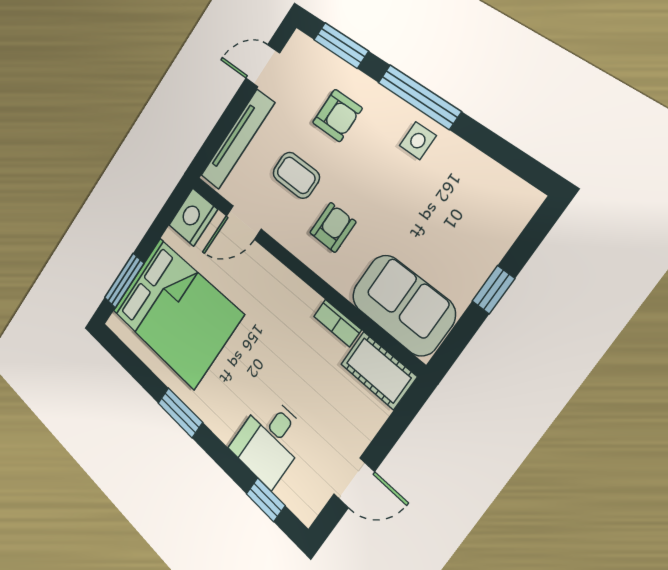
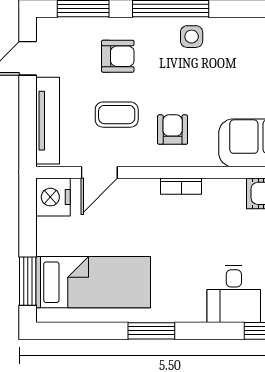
bed: (177, 313) -> (93, 282), width x0.67
bookcase: (337, 323) -> (181, 186), moved

